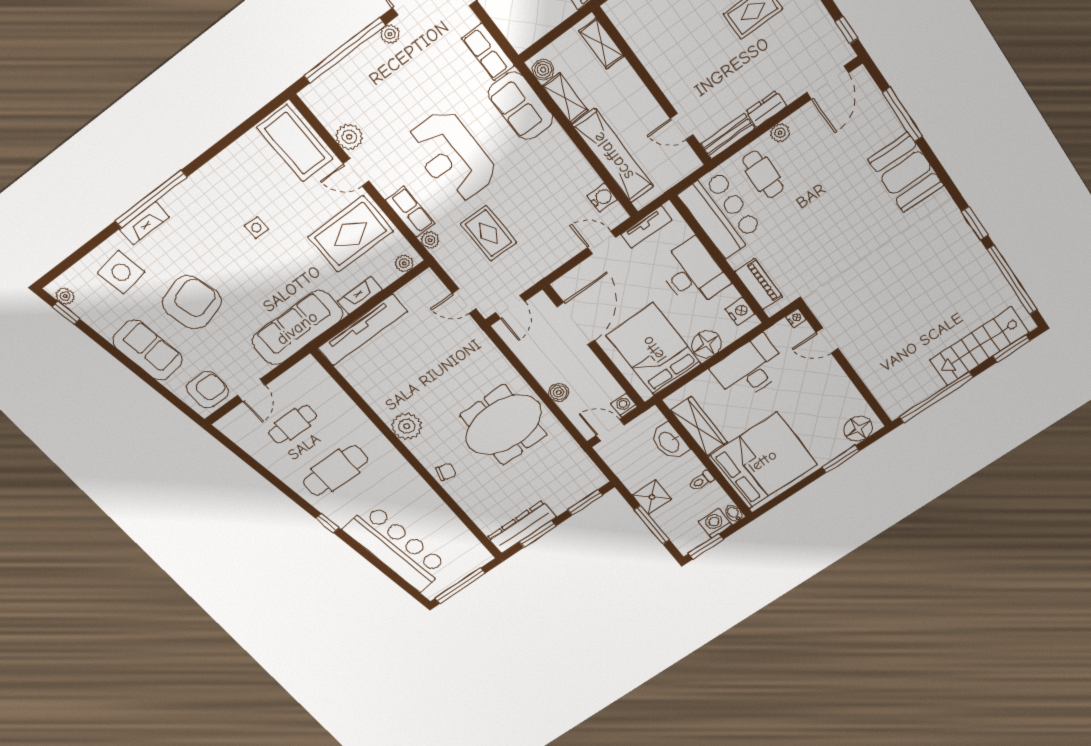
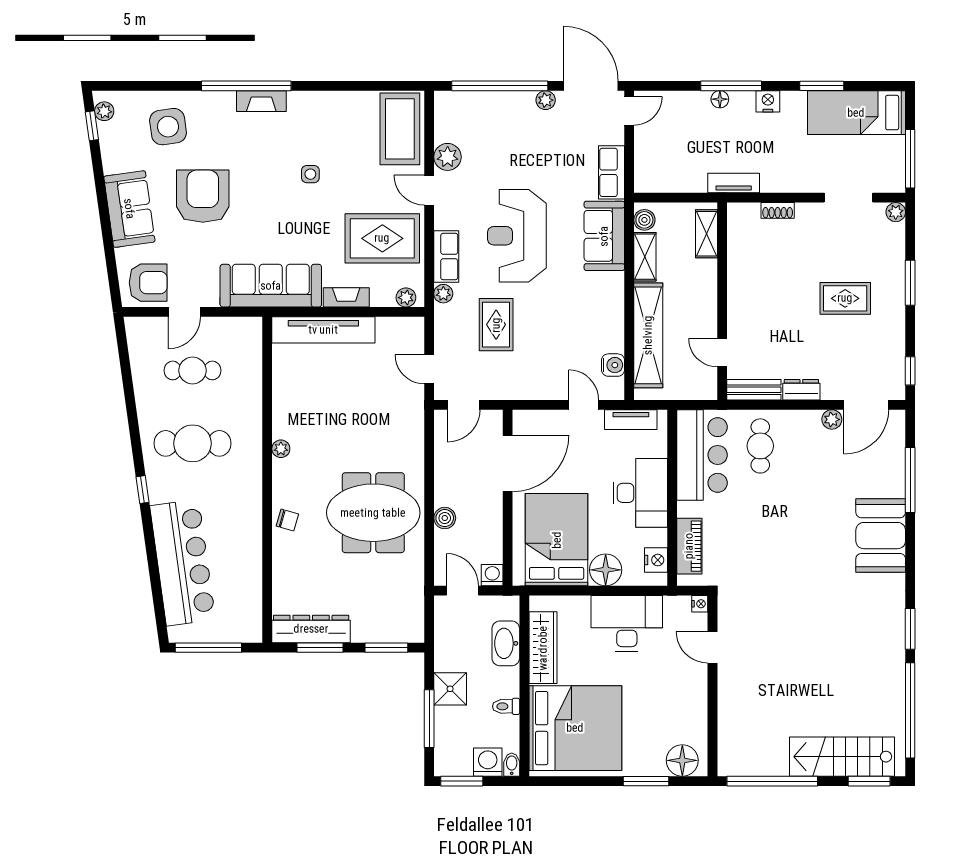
plant: (780, 133) -> (832, 419), moved
fireplace: (144, 223) -> (261, 101), moved
armchair: (192, 302) -> (203, 196), turned -74
plant: (407, 426) -> (281, 449), width x0.53, depth x0.53

